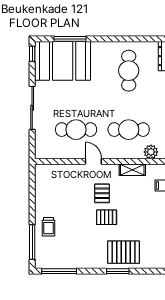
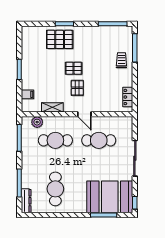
locker: (41, 182) -> (128, 97), added

